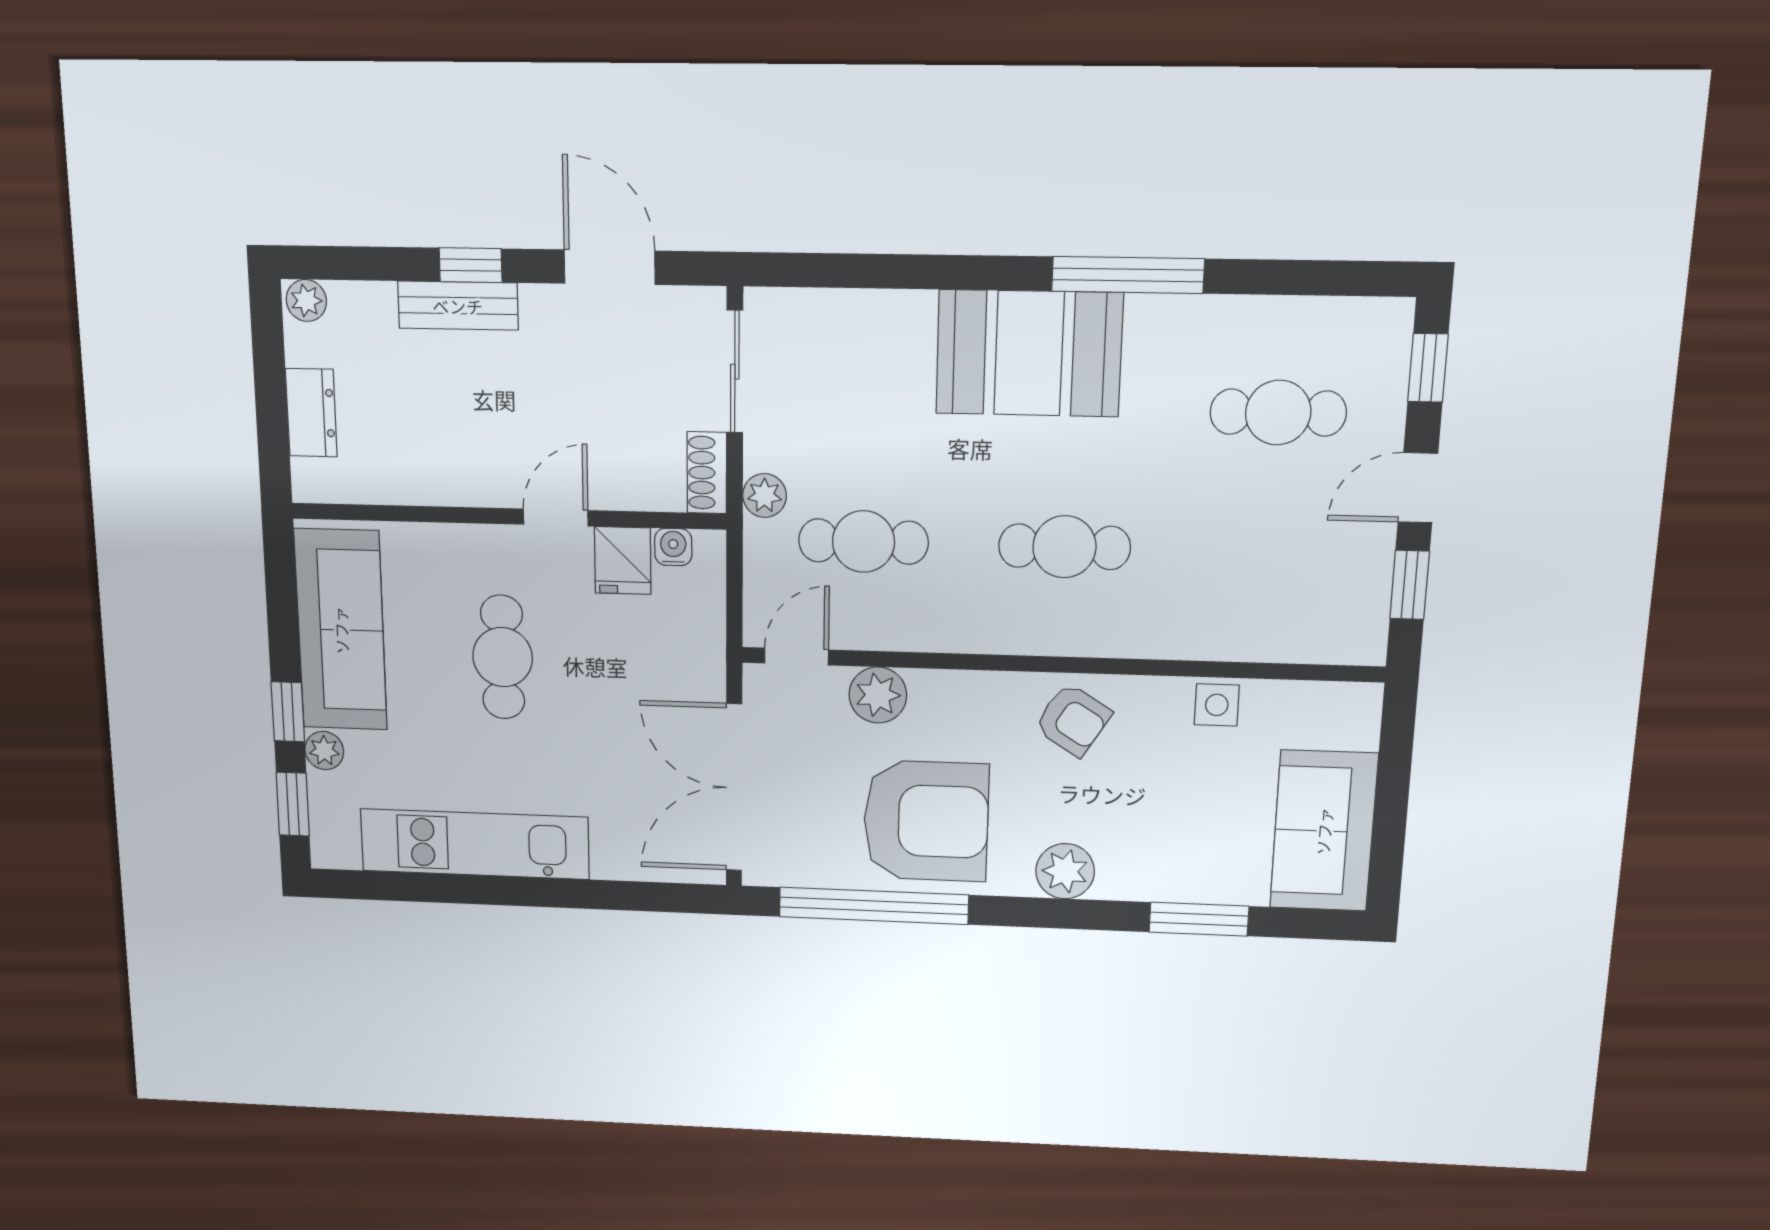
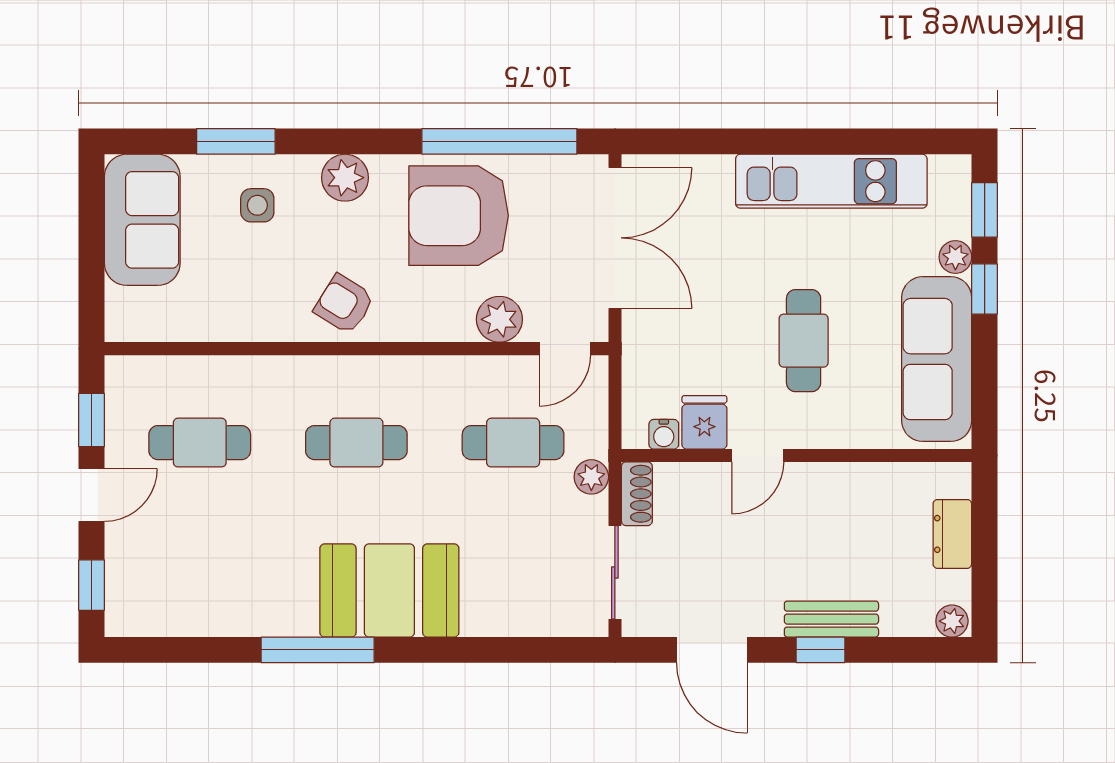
cafe table: (1278, 413) -> (200, 443), moved
side table: (1217, 705) -> (257, 205), moved

